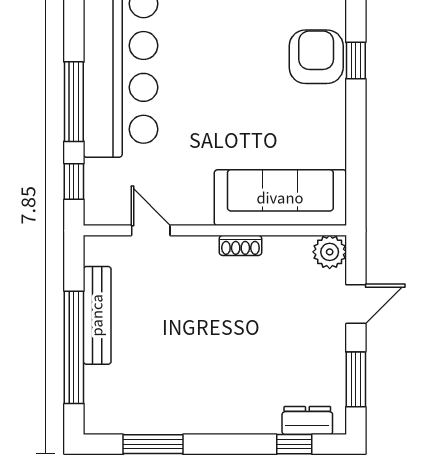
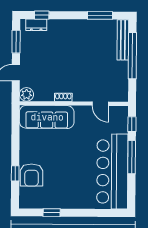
bench: (97, 315) -> (123, 40), moved

